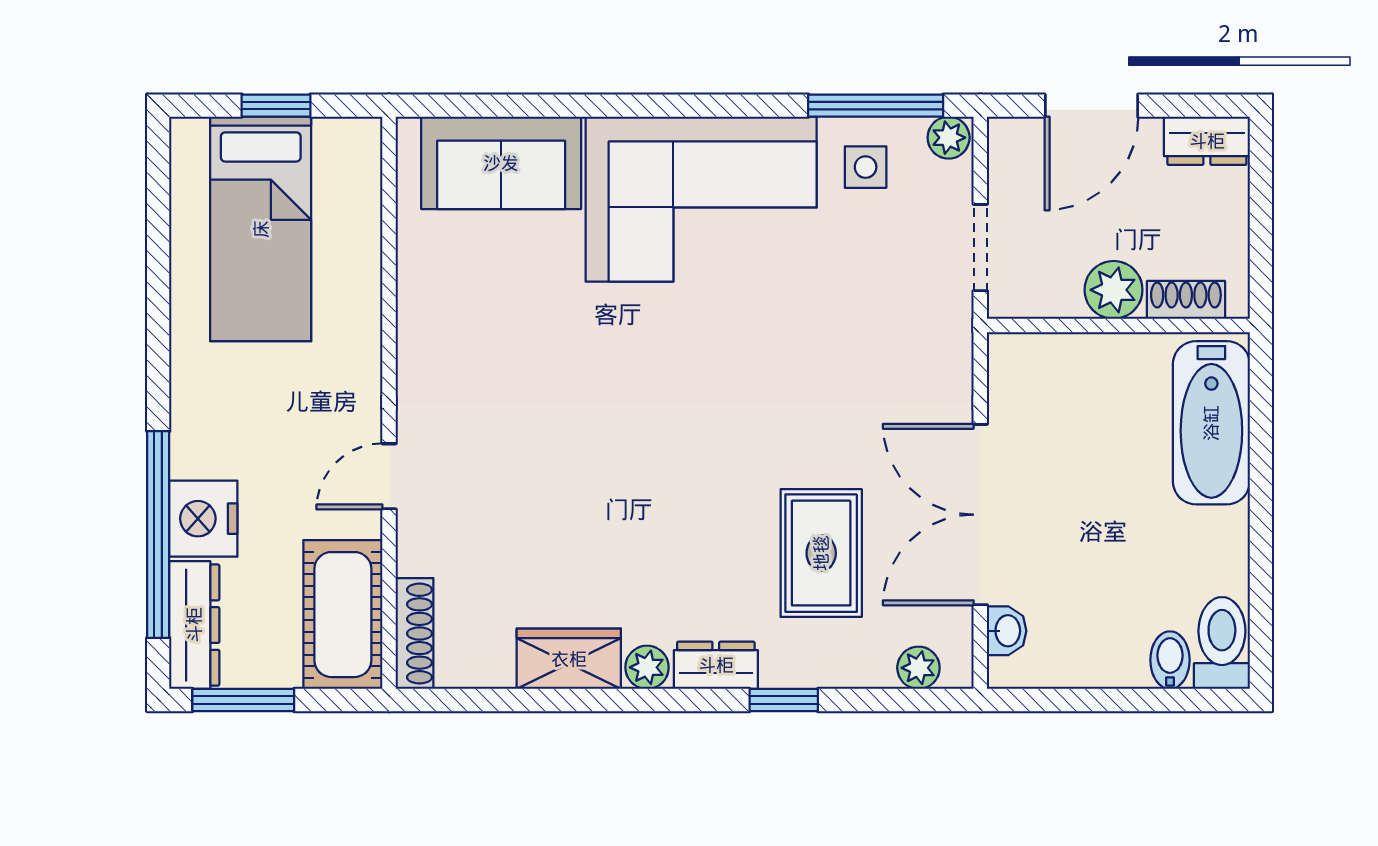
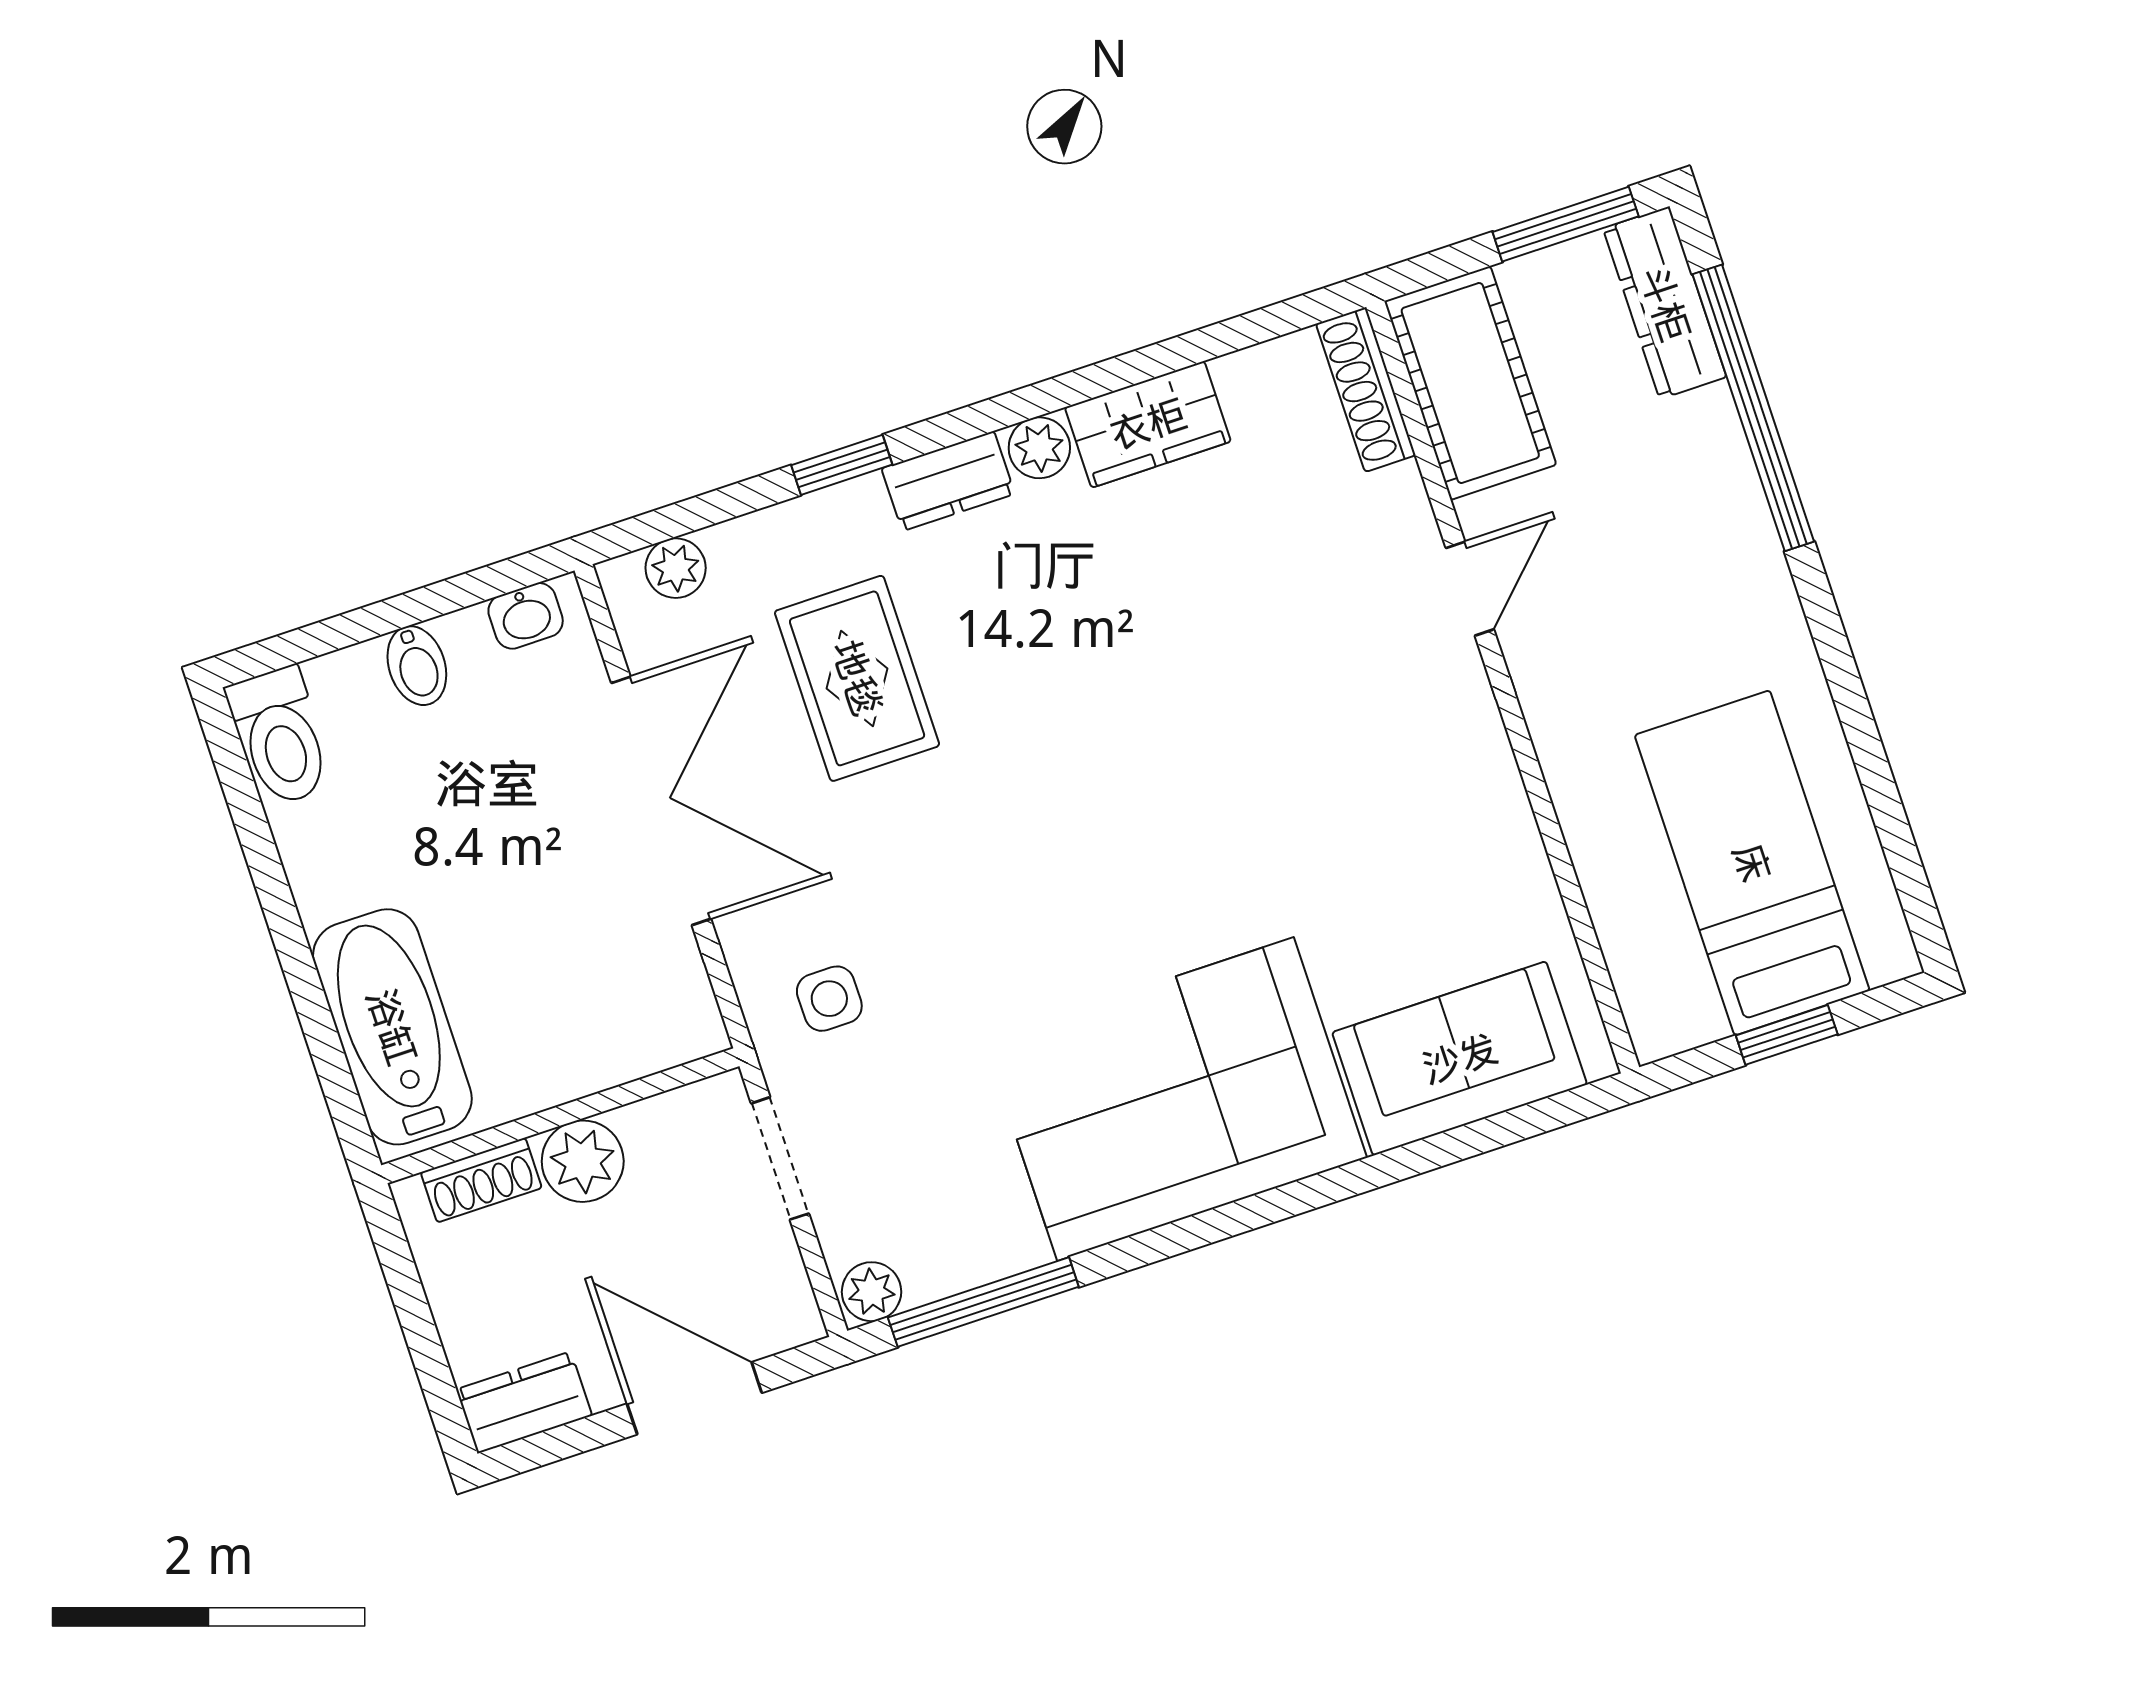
door: (1091, 106) -> (694, 1398), hinge flipped
side table: (866, 167) -> (829, 999), moved
nightstand: (203, 519) -> (1700, 449), removed
washbasin: (1007, 631) -> (526, 616), moved, turned -90
bidet: (1170, 660) -> (417, 666), moved

